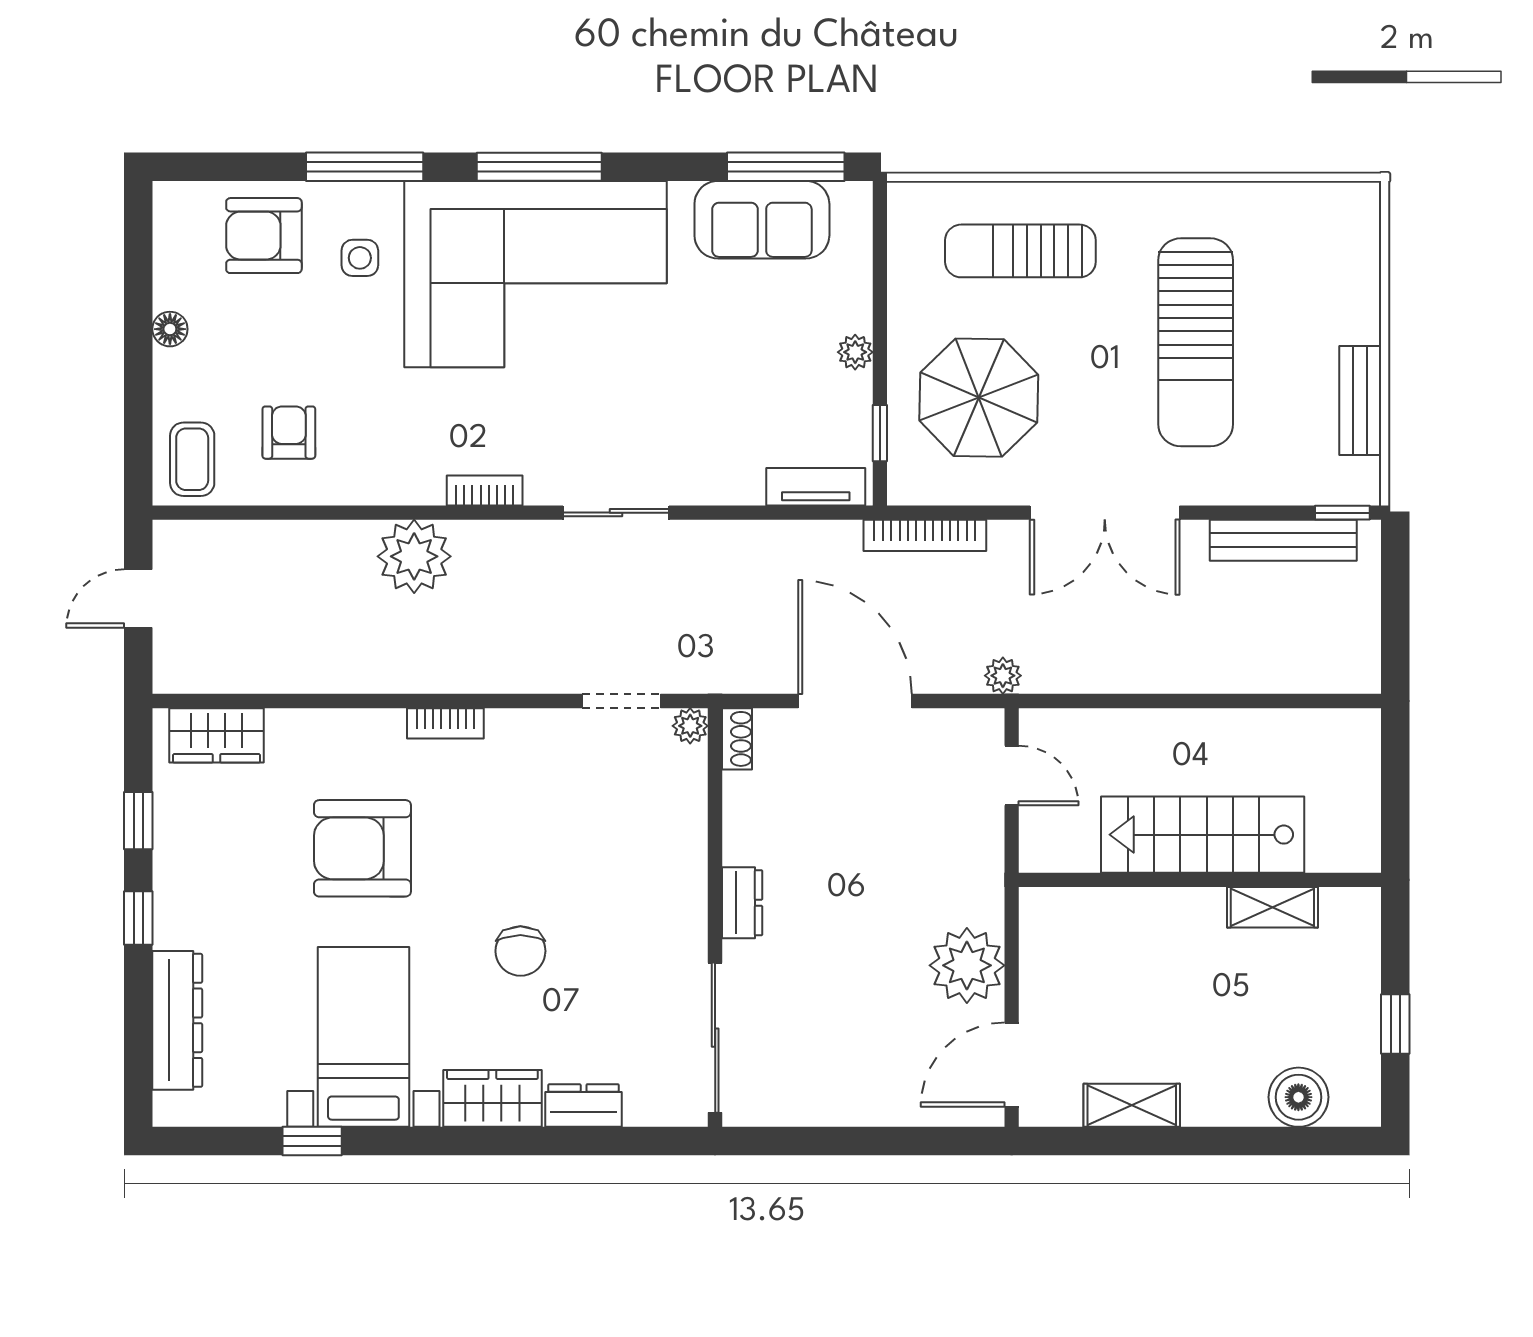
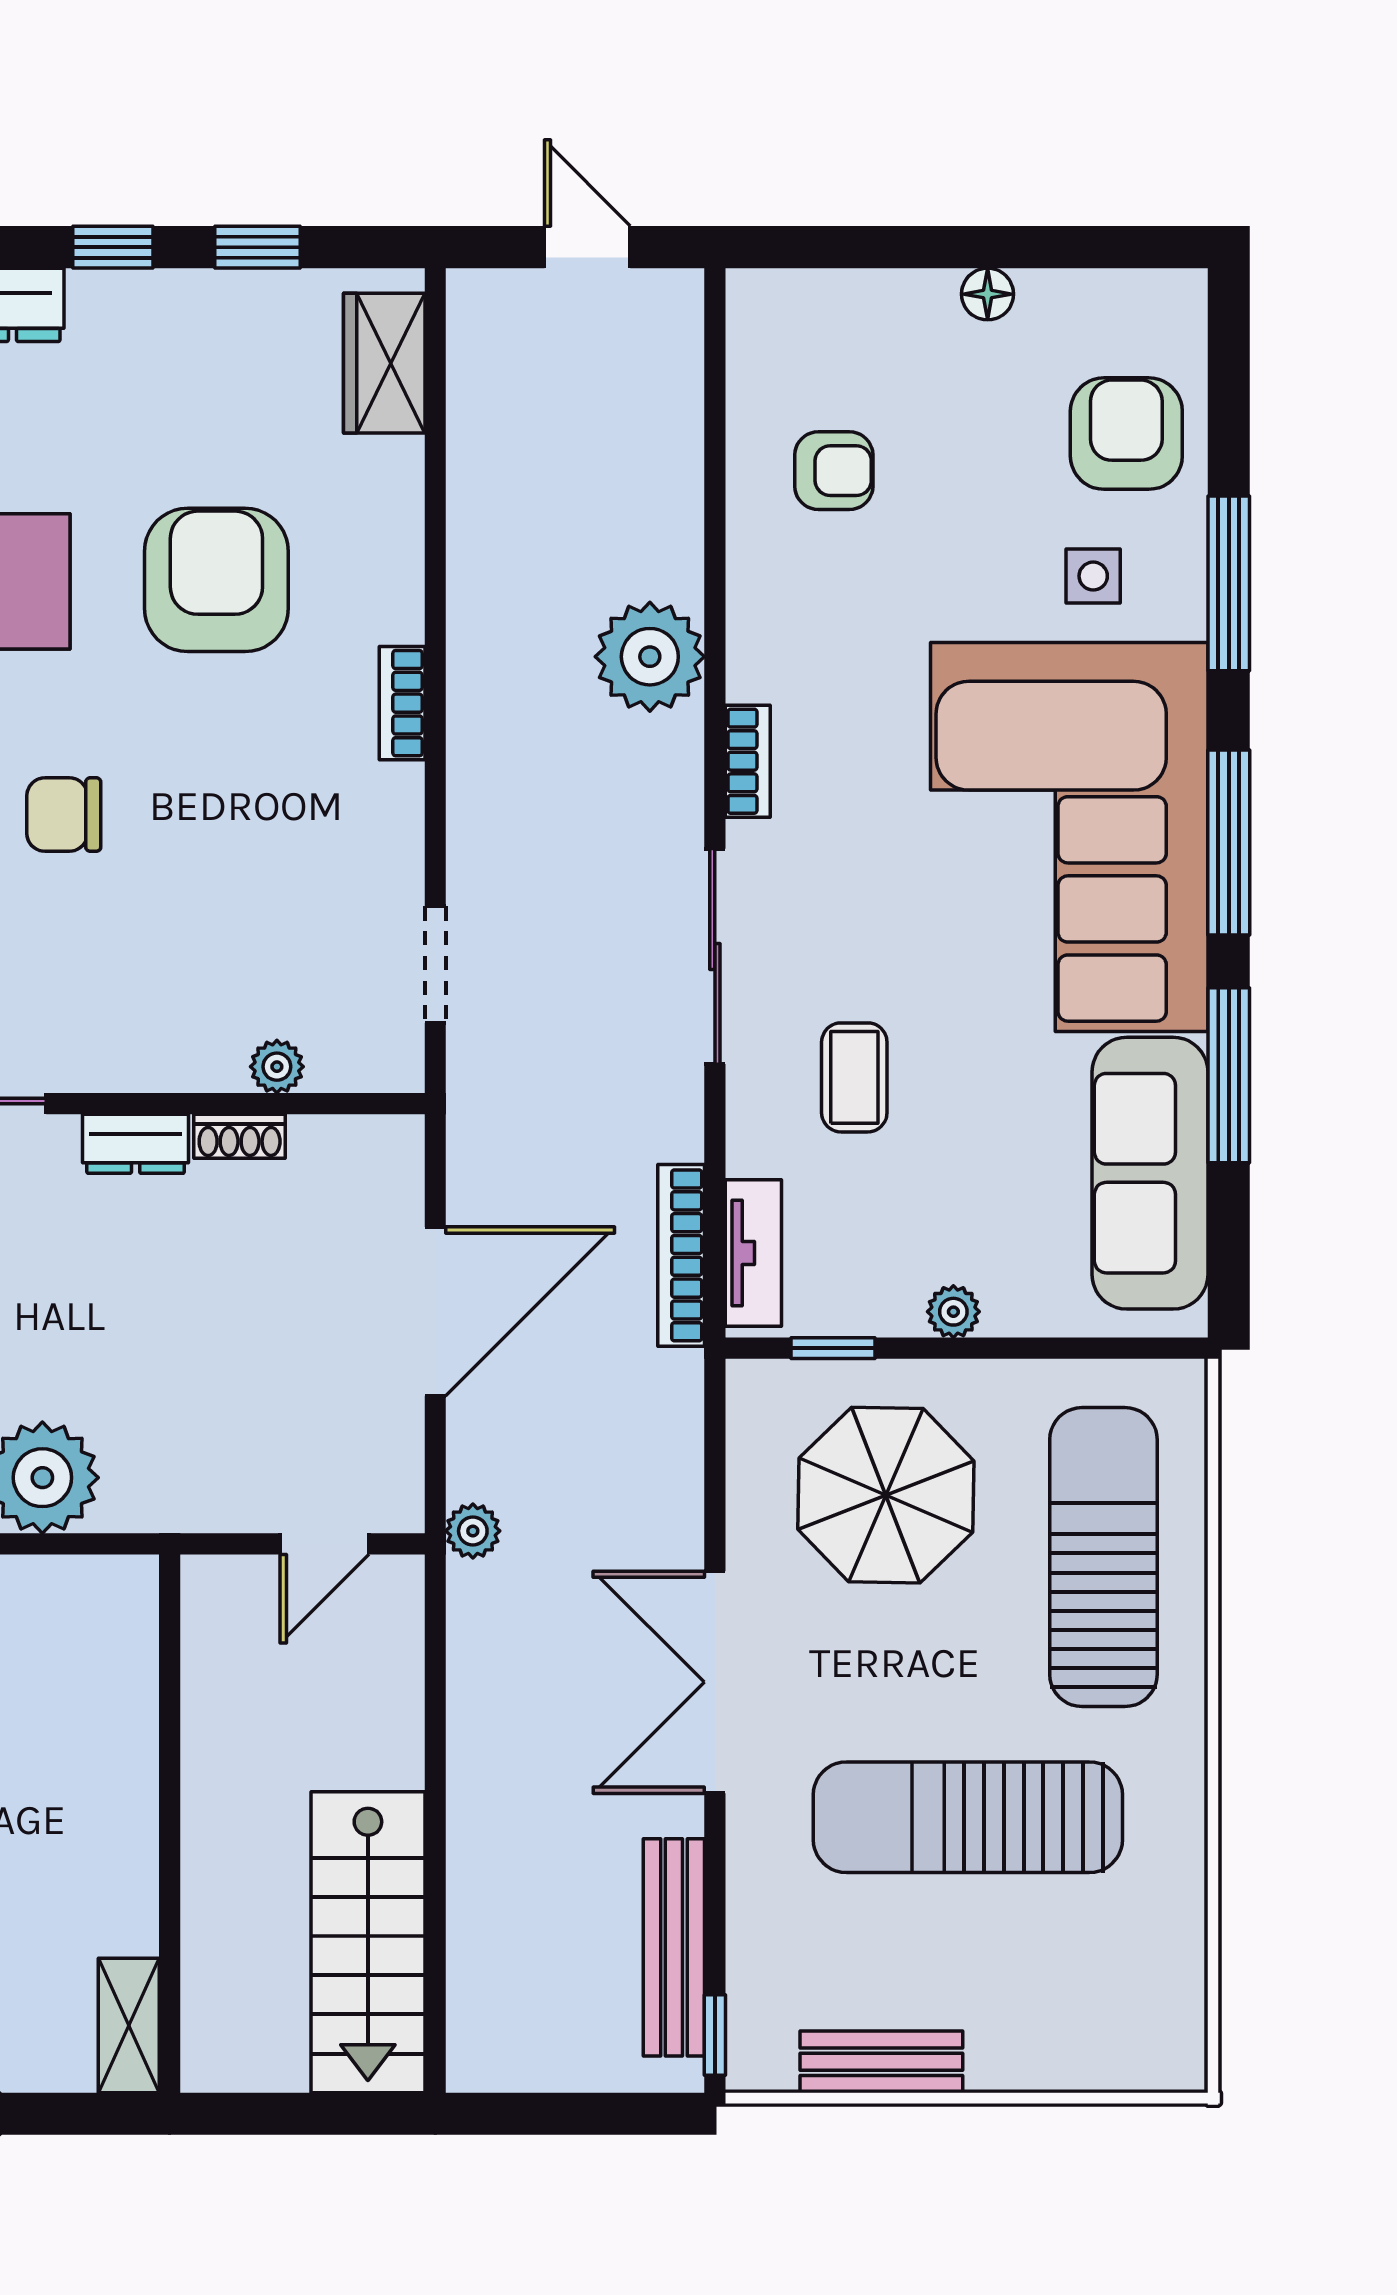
window: (786, 167) -> (1229, 1075), moved
sofa: (762, 220) -> (1150, 1173), width x1.36
sun lounger: (1020, 251) -> (1103, 1557), width x1.36, depth x1.34
coffee table: (192, 459) -> (854, 1077), moved, turned 90
sliding door: (616, 513) -> (715, 956), width x1.37
bookcase: (925, 535) -> (681, 1255), moved
plant: (690, 726) -> (277, 1067), moved
shoe rack: (737, 739) -> (240, 1136), moved
stairs: (1203, 835) -> (368, 1942), moved, turned 180
shelving: (1272, 907) -> (129, 2025), moved

